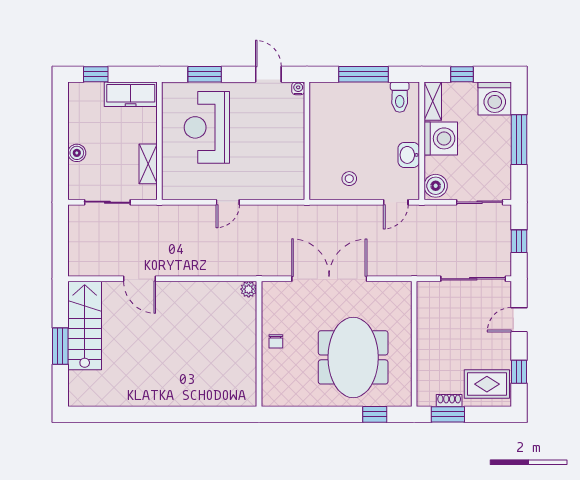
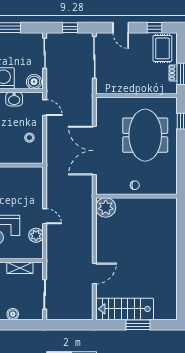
plant: (198, 189) -> (36, 235), added
plant: (249, 289) -> (106, 207), width x1.87, depth x1.87
meeting table: (353, 357) -> (145, 135), turned 90

